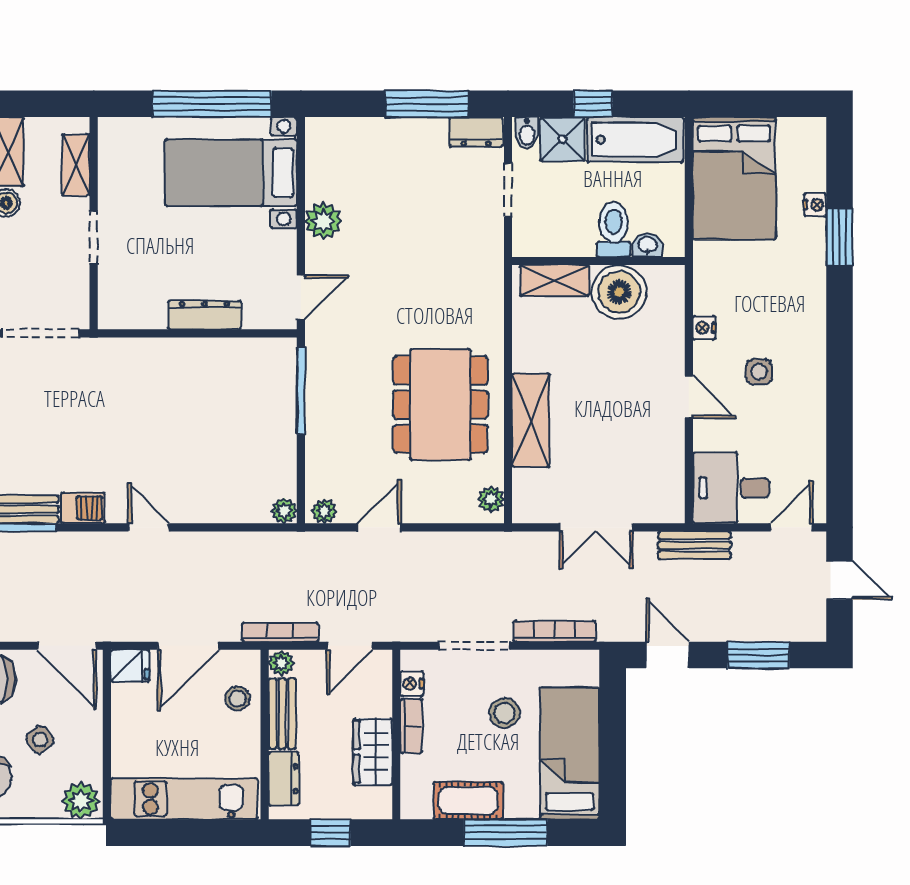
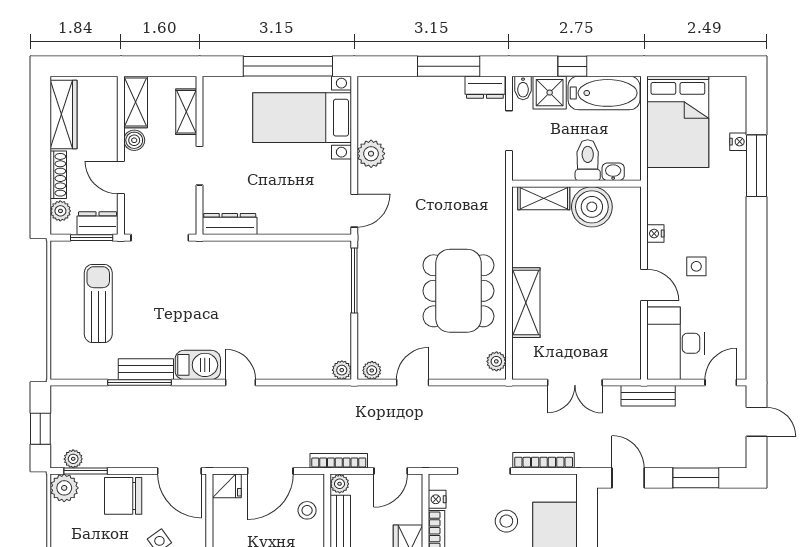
window: (840, 237) -> (757, 166), width x1.44
dresser: (205, 315) -> (230, 224), moved
desk: (731, 488) -> (676, 343), width x1.37
barbecue: (83, 508) -> (198, 365), width x1.38, depth x1.27

